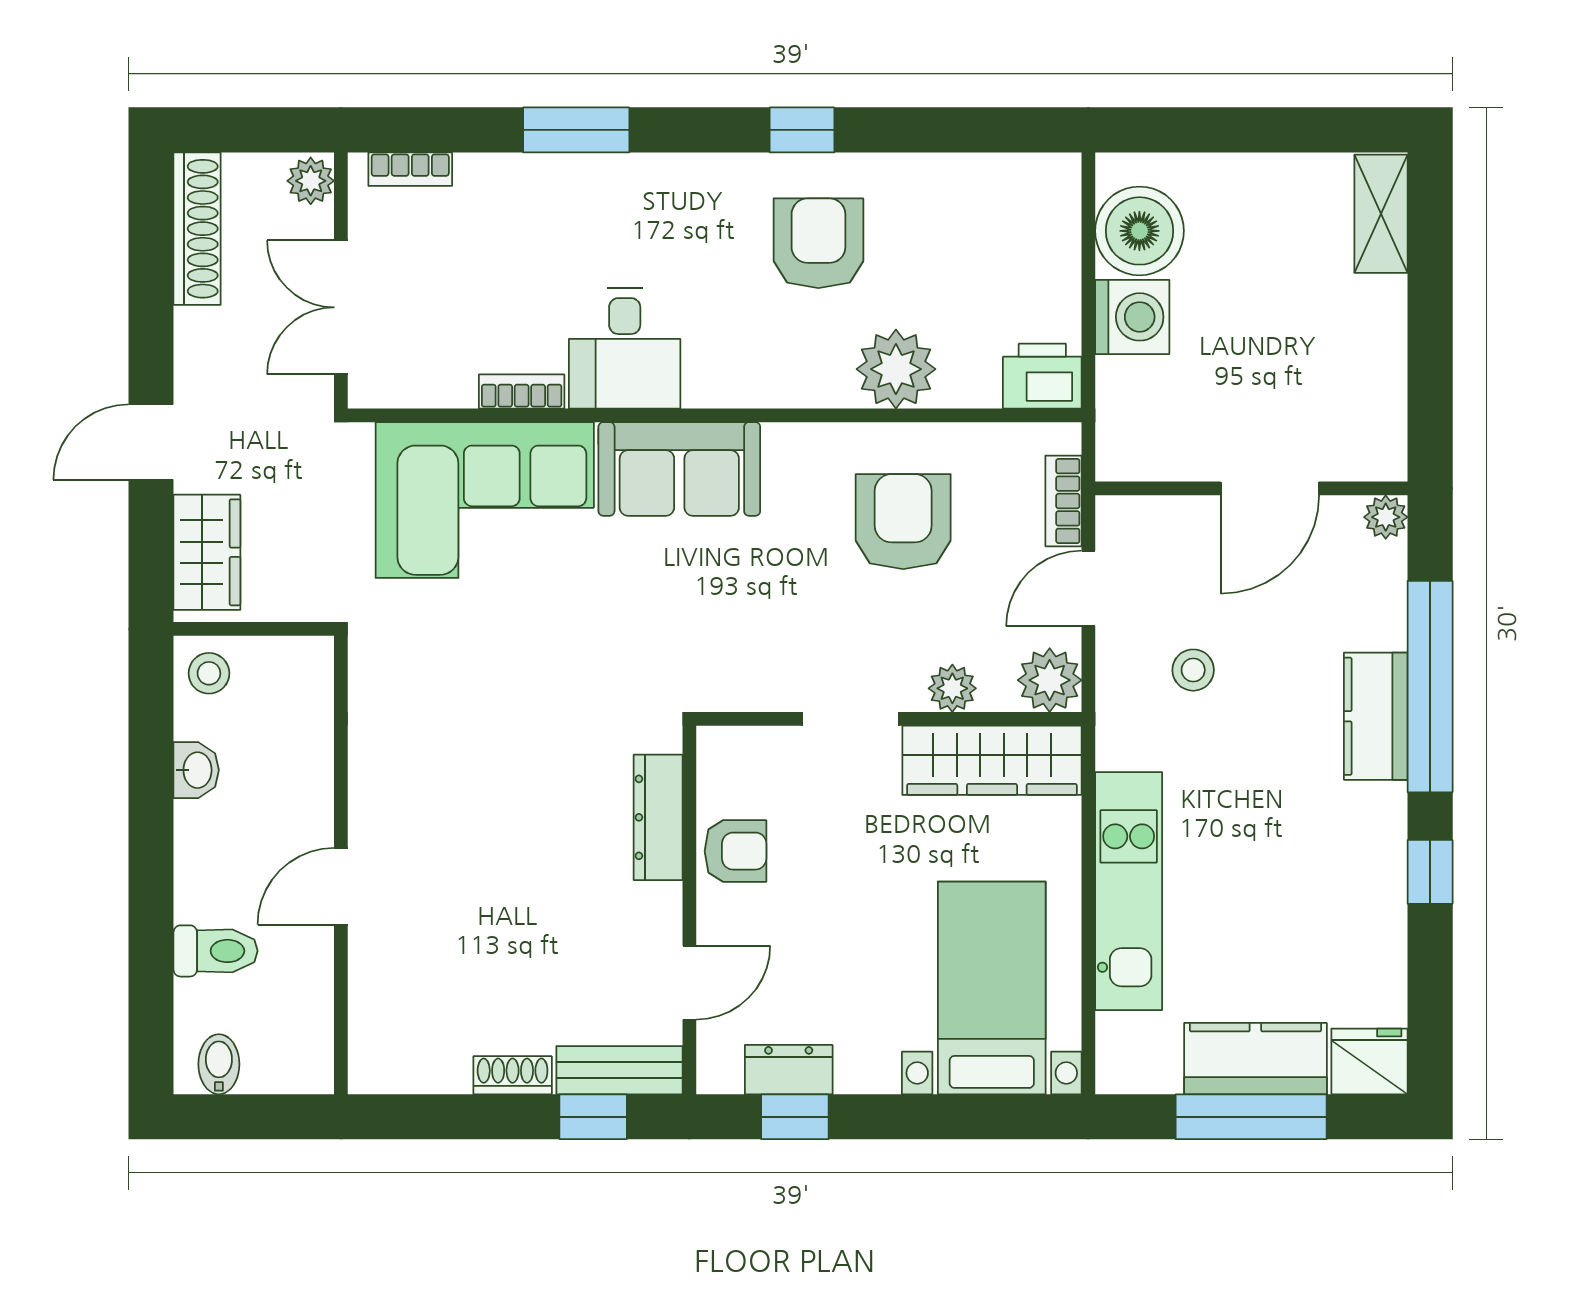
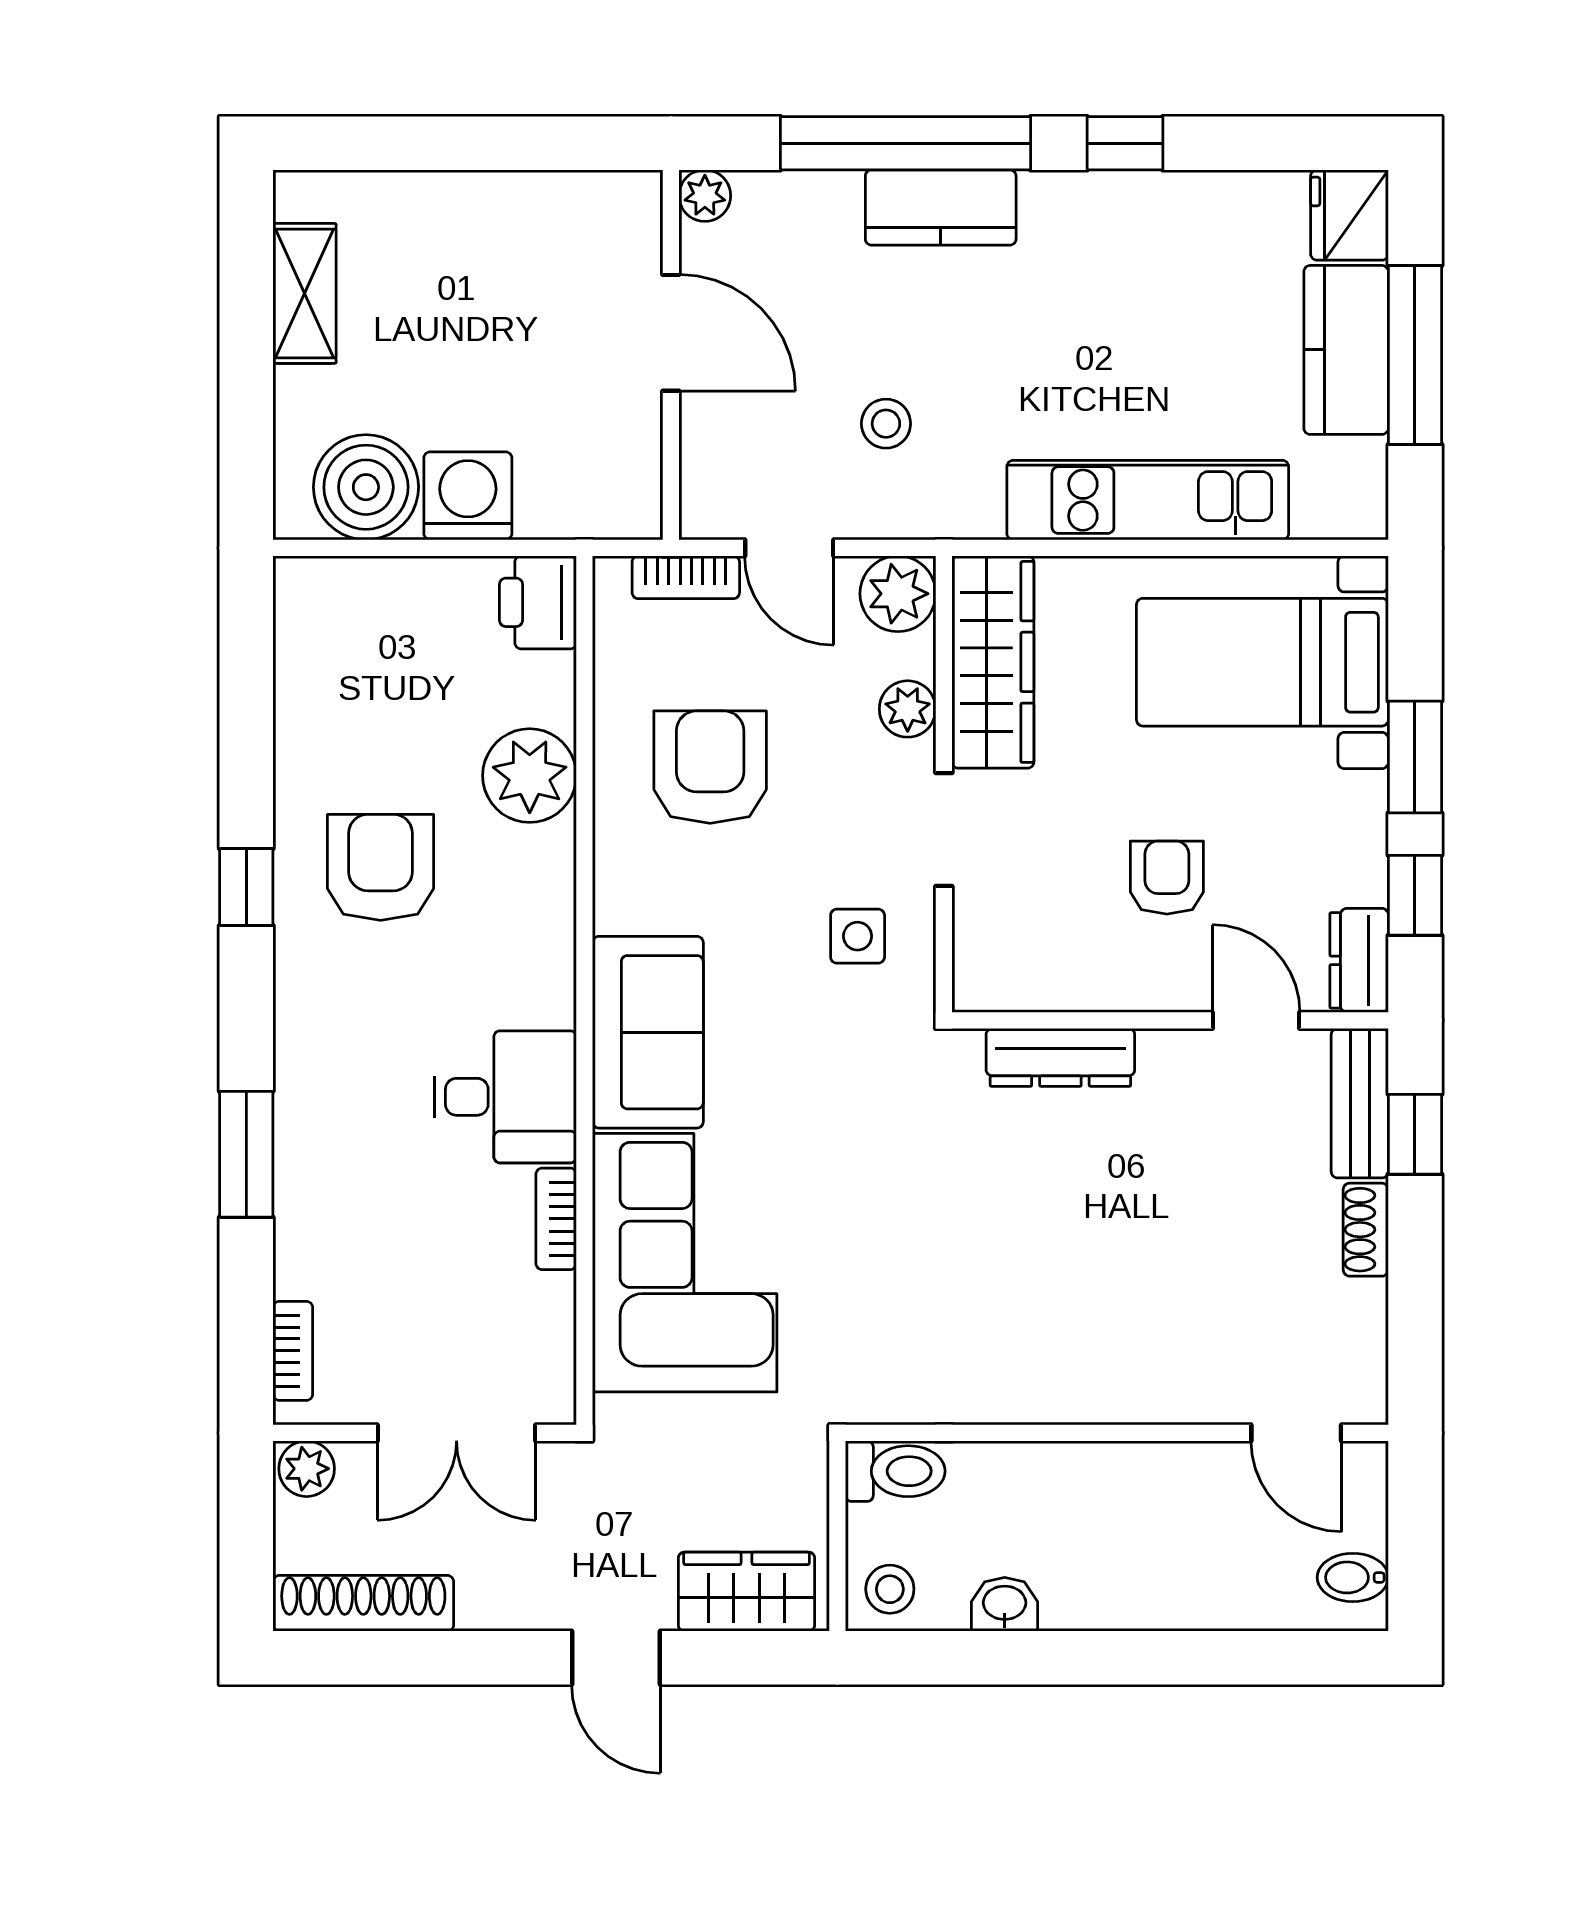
shelving: (1381, 214) -> (305, 293), moved, turned 90
armchair: (818, 243) -> (381, 867), turned 90
armchair: (903, 522) -> (710, 767), turned 90
side table: (760, 646) -> (858, 936), added
armchair: (736, 851) -> (1167, 878), moved
door: (341, 886) -> (1296, 1433), moved
toilet: (216, 951) -> (895, 1471), moved, turned 90
dresser: (789, 1070) -> (1359, 960), moved
window: (912, 1117) -> (1415, 757), added

